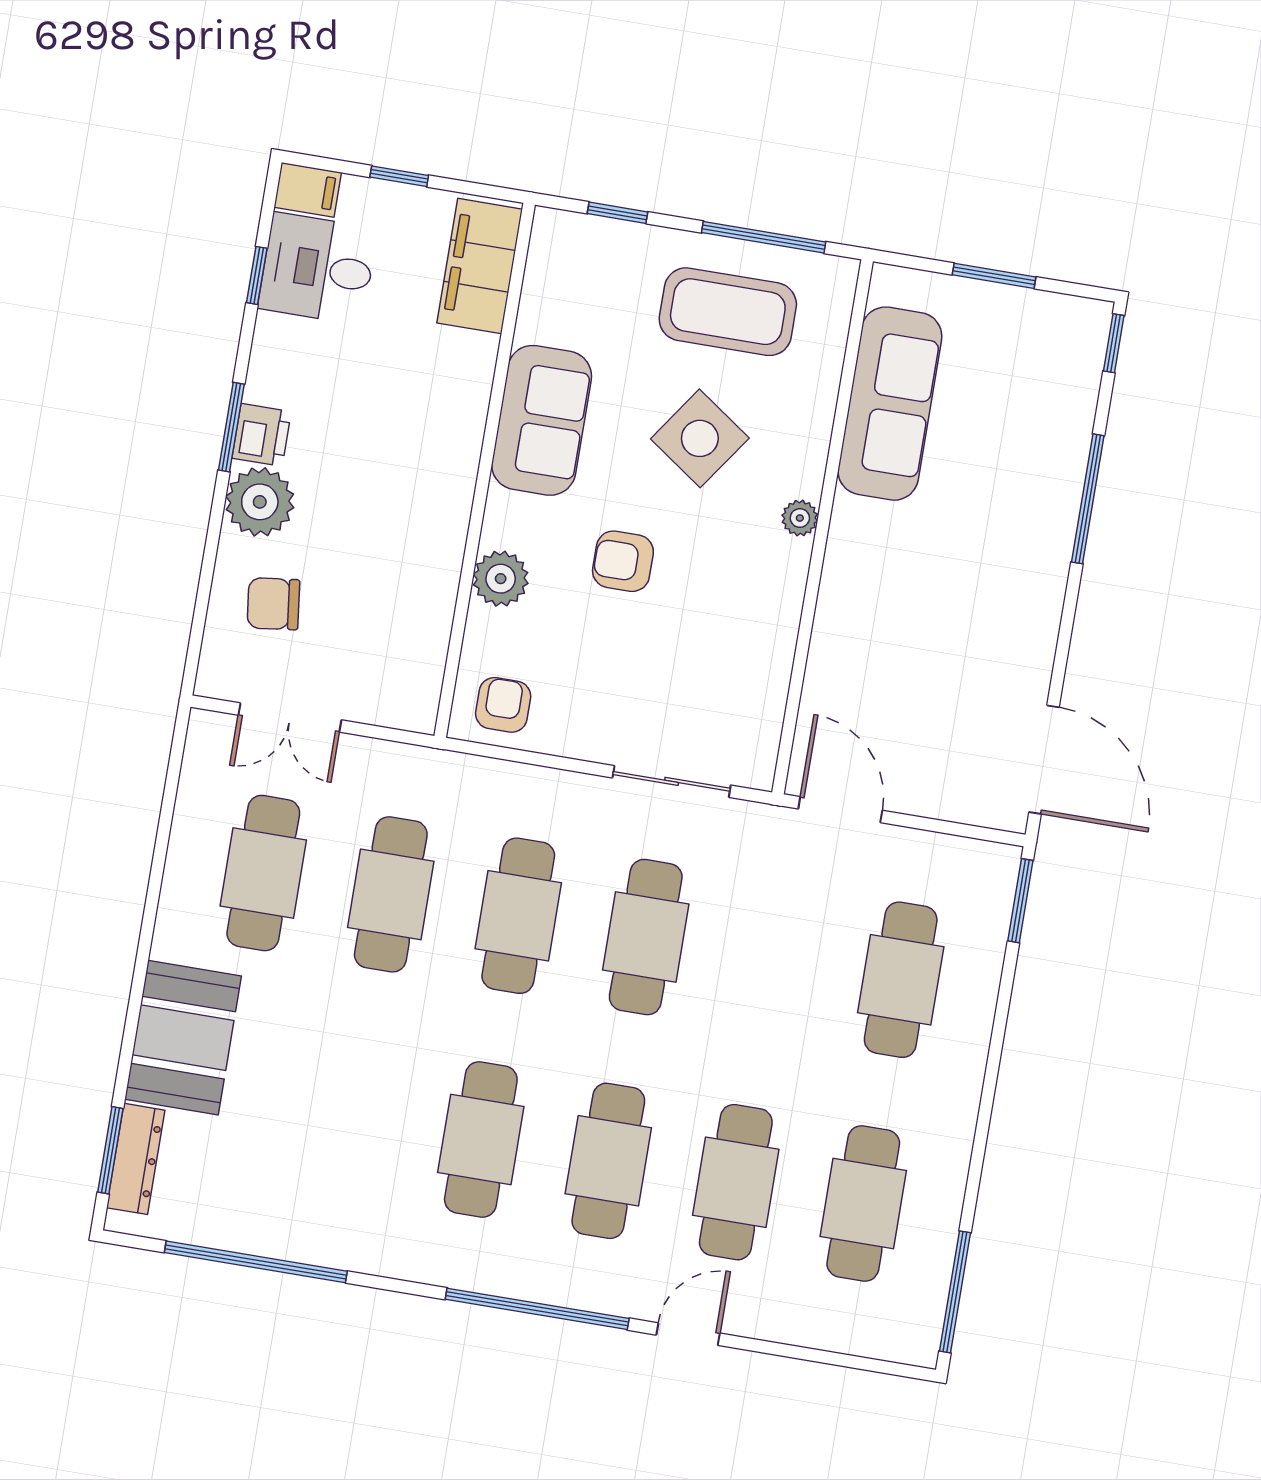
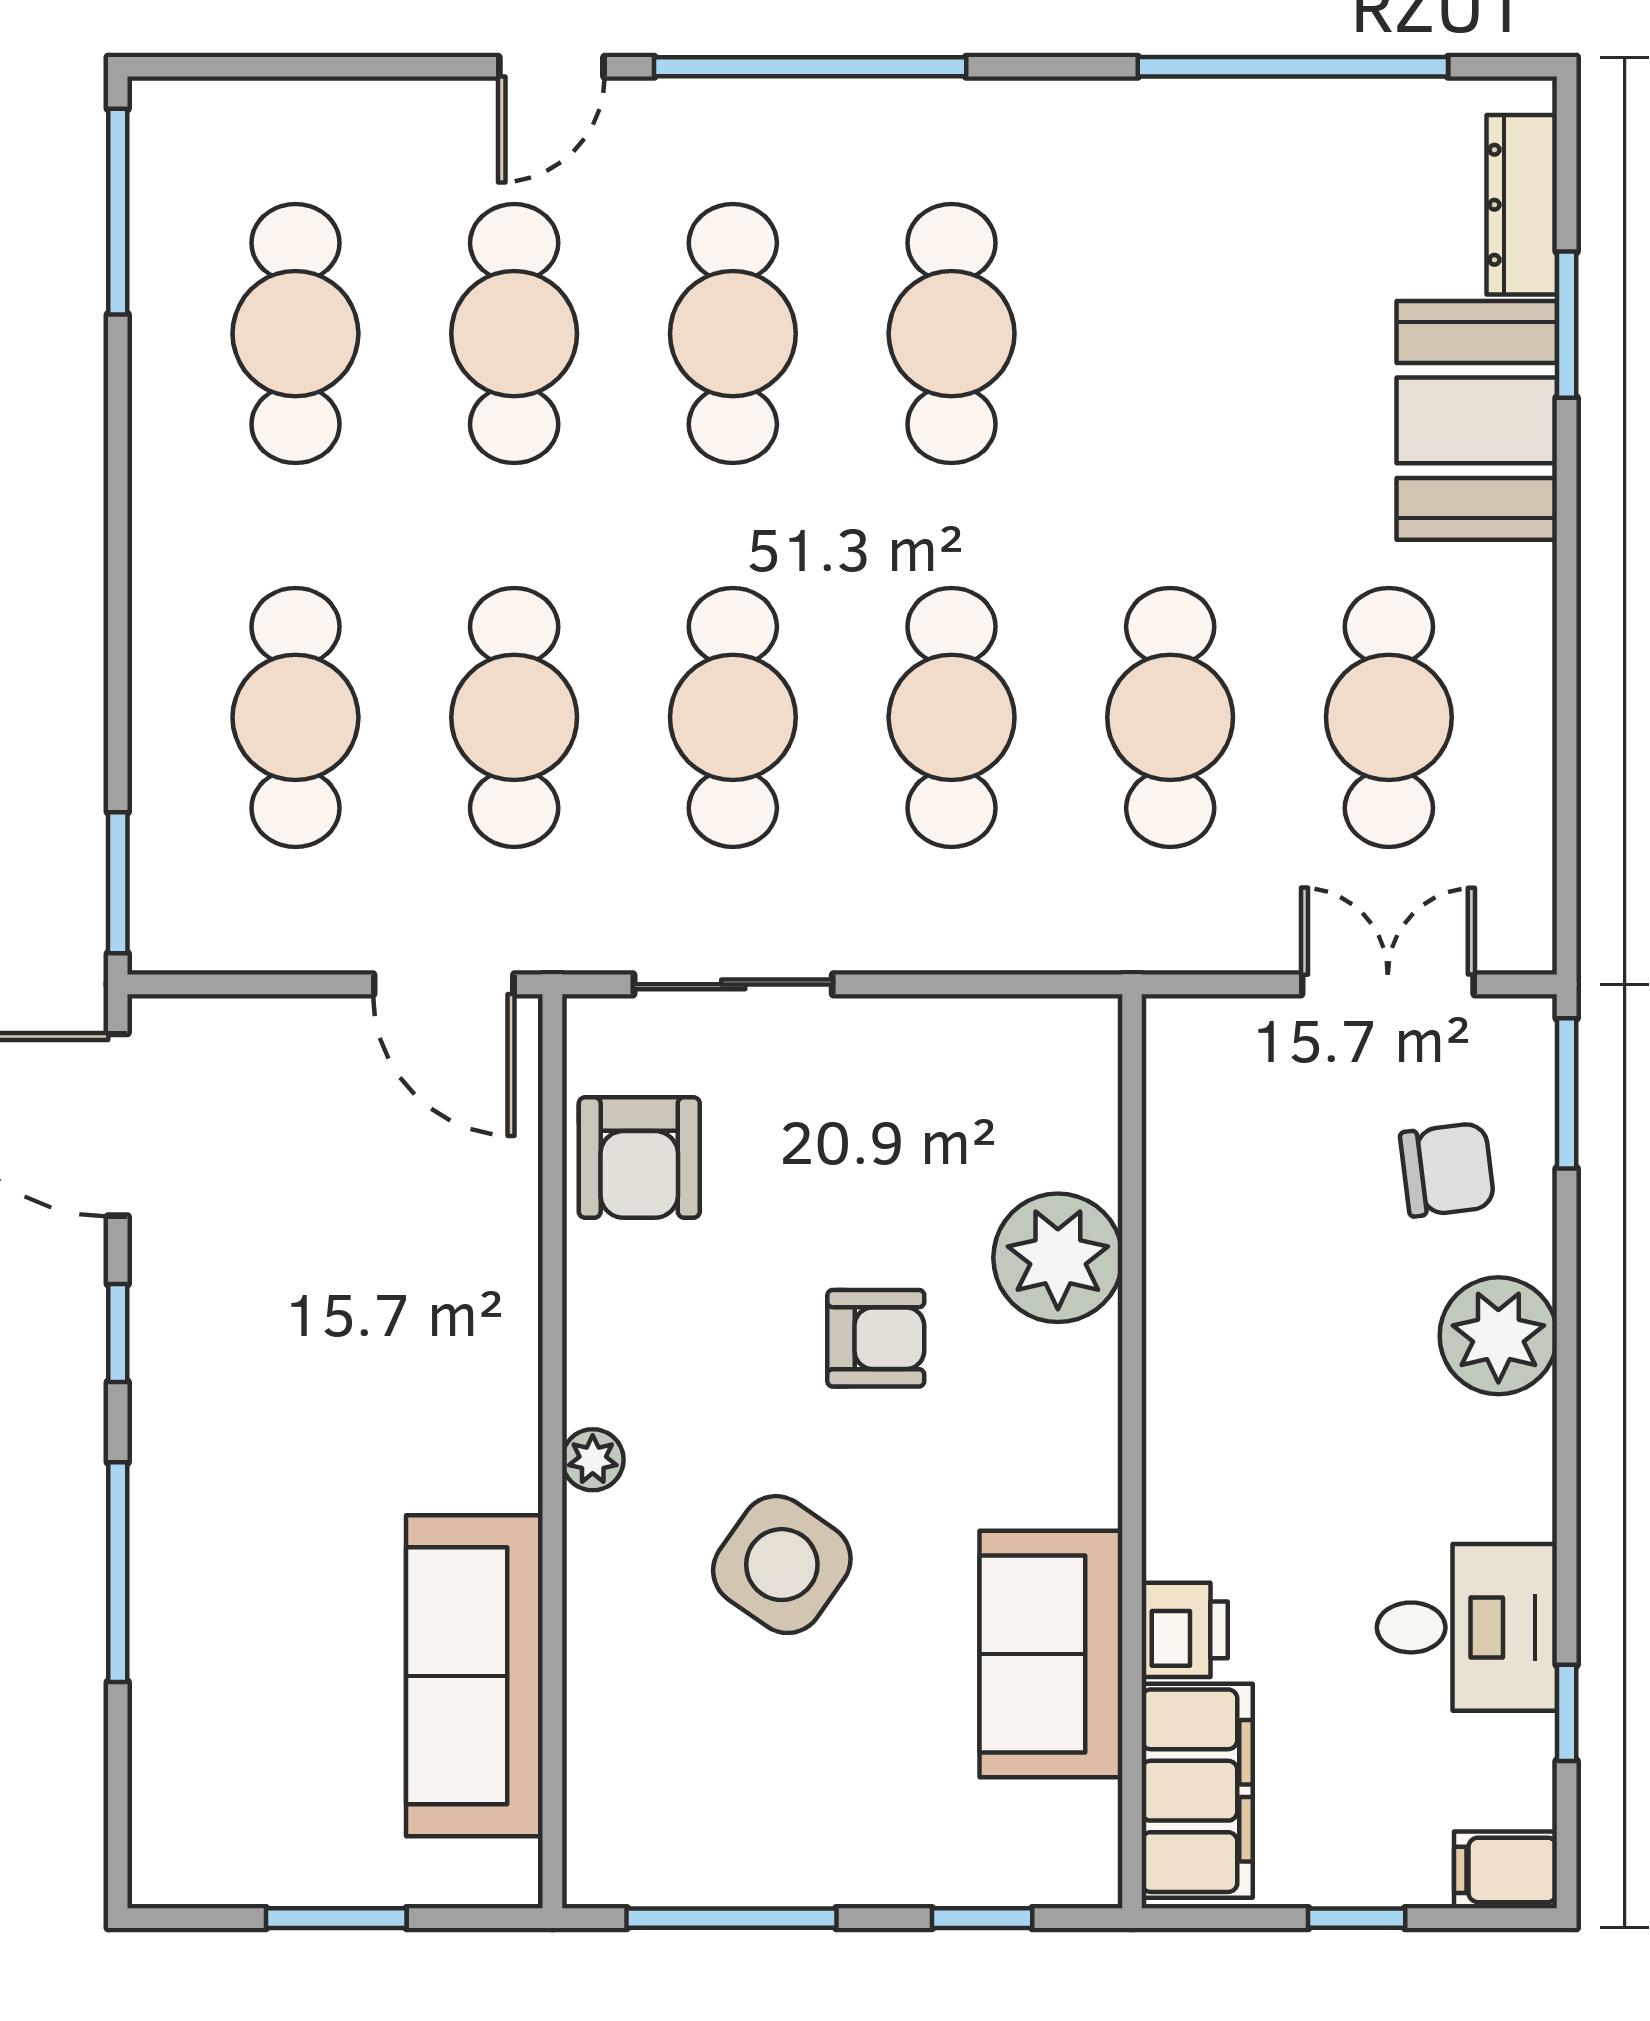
desk: (318, 269) -> (1467, 1627), moved
coffee table: (728, 312) -> (770, 1784), removed
window: (1114, 343) -> (118, 1333), moved
sofa: (542, 420) -> (1051, 1654), moved
window: (231, 427) -> (1567, 1093), moved
printer: (262, 435) -> (1185, 1630), moved, turned 180
plant: (501, 579) -> (1058, 1258), width x1.36, depth x1.36
armchair: (503, 705) -> (639, 1157), moved, width x1.38, depth x1.38
cafe table: (773, 958) -> (514, 717), added
window: (110, 1150) -> (1567, 325), moved

